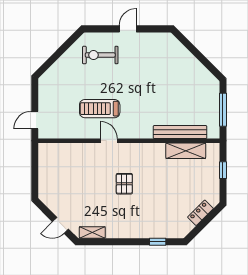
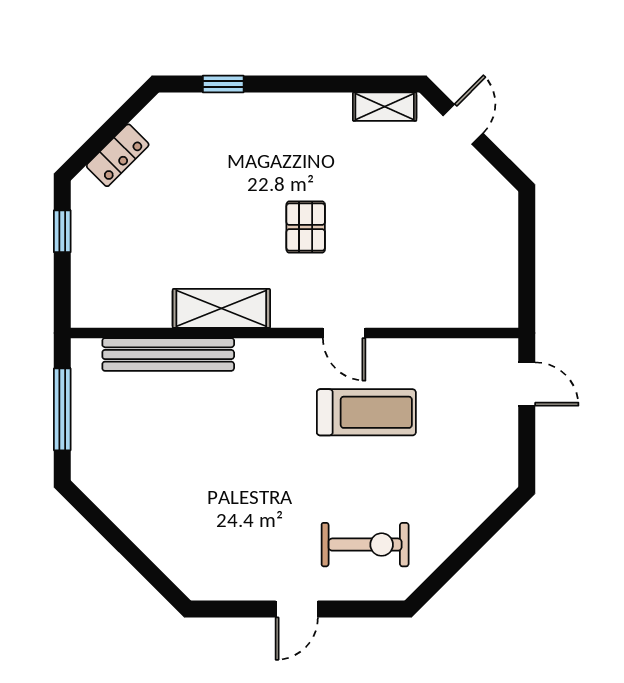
door: (35, 120) -> (527, 384), hinge flipped
shelving: (186, 151) -> (221, 308), moved
window: (223, 170) -> (62, 231), moved
door: (60, 225) -> (463, 124), hinge flipped

